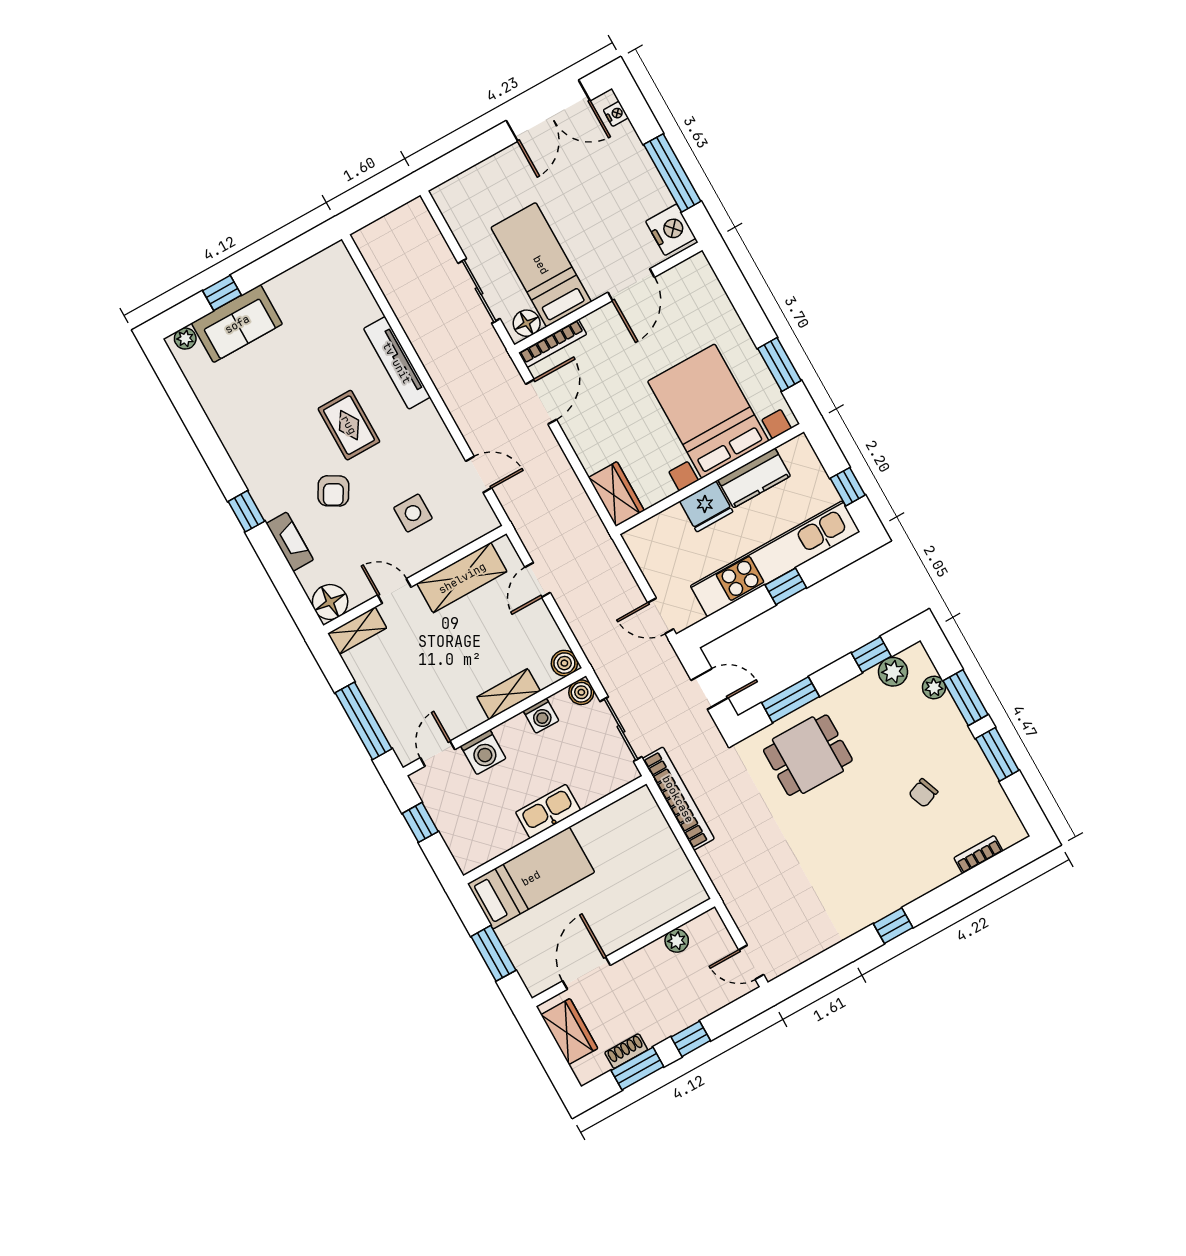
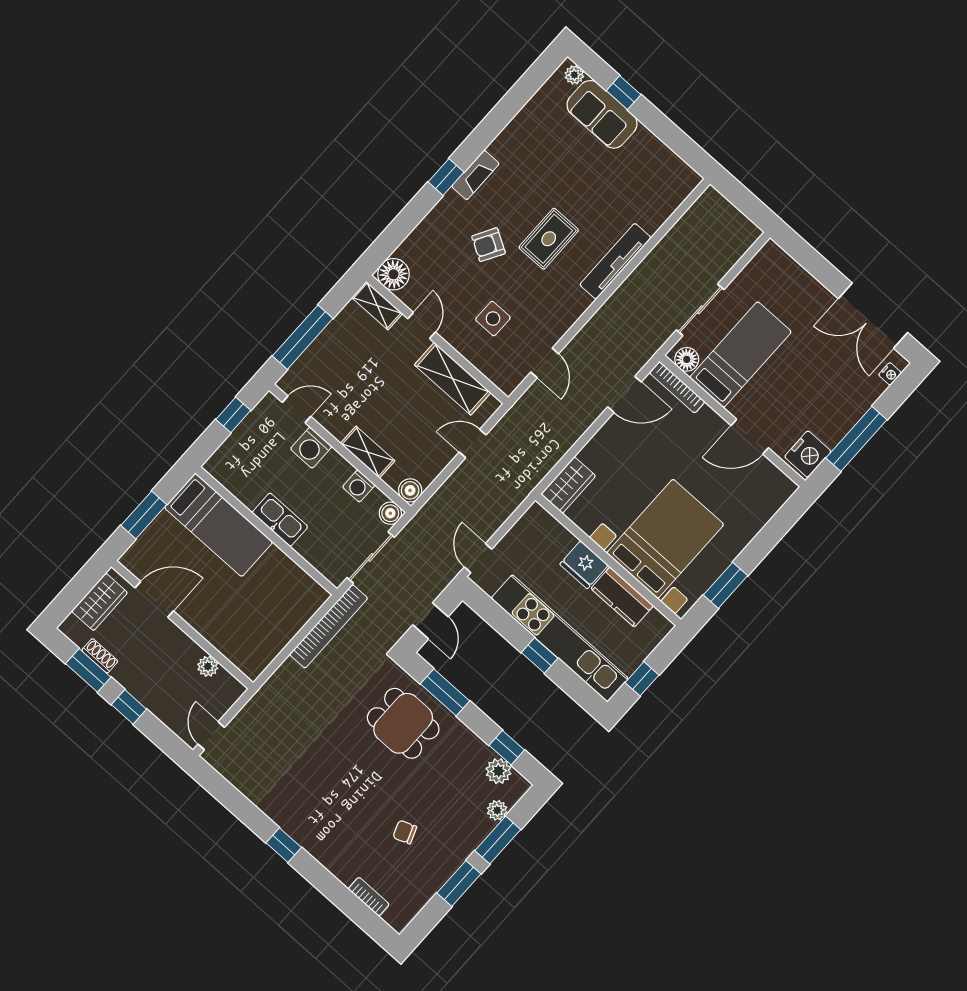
fireplace: (290, 542) -> (475, 175), moved

